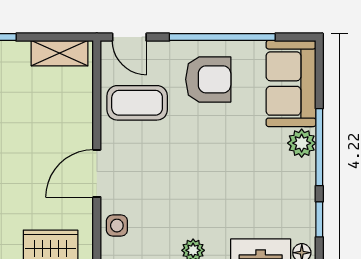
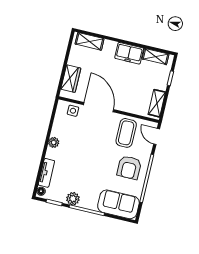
door: (129, 37) -> (157, 136), hinge flipped
plant: (302, 143) -> (73, 199), moved
door: (97, 173) -> (99, 107), width x1.36

